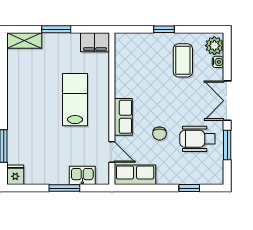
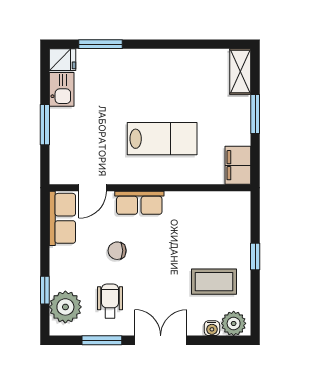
wheelchair: (198, 139) -> (110, 301), width x0.73, depth x0.73
plant: (202, 173) -> (65, 307), added
kitchen sink: (82, 175) -> (62, 89), moved

